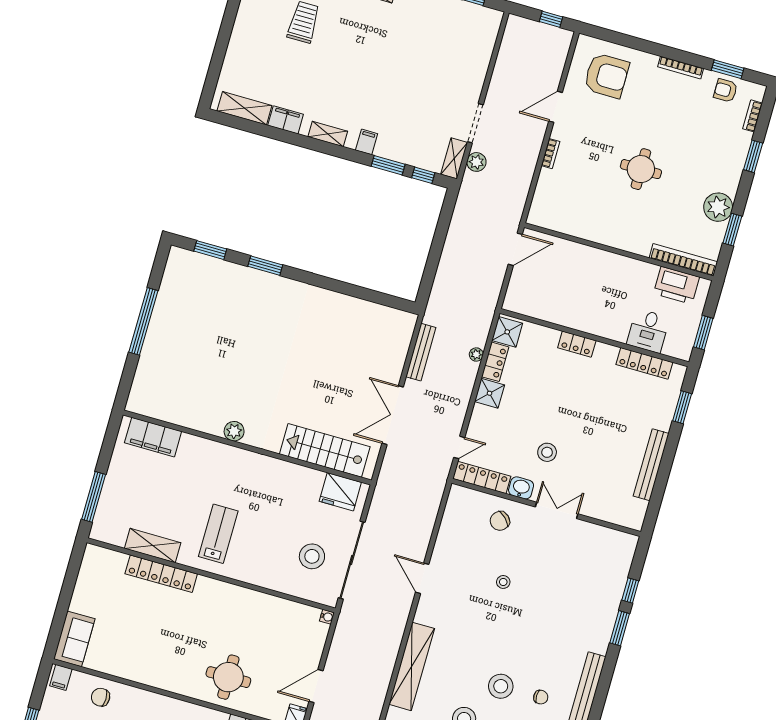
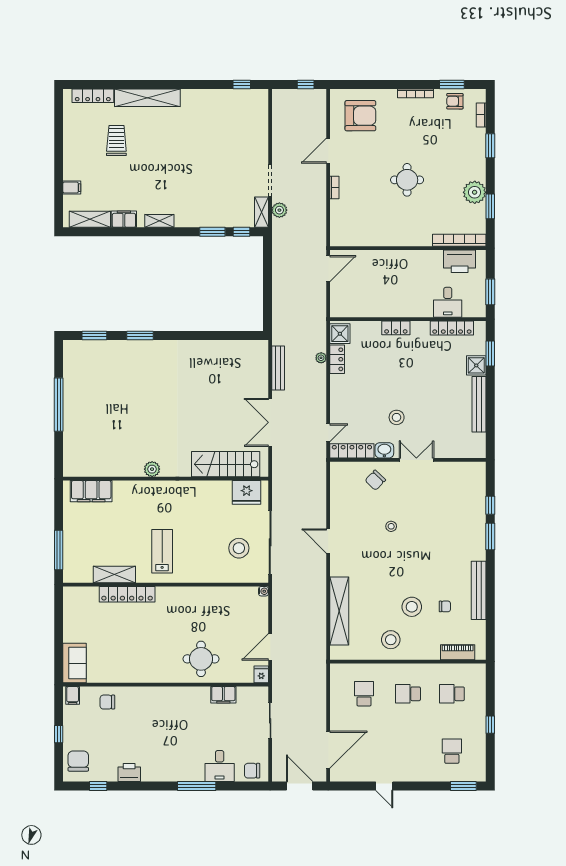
filing cabinet: (367, 142) -> (72, 188), moved, turned 90
shower: (490, 393) -> (476, 365), moved

